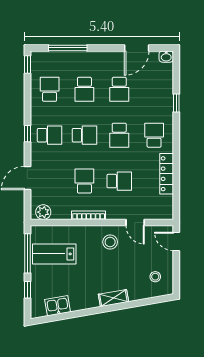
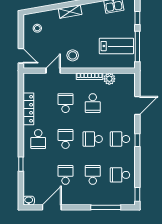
school desk: (50, 89) -> (120, 175), turned 90
school desk: (119, 181) -> (65, 103), turned 90
plant: (43, 212) -> (109, 79), moved
door: (135, 222) -> (53, 71), hinge flipped

